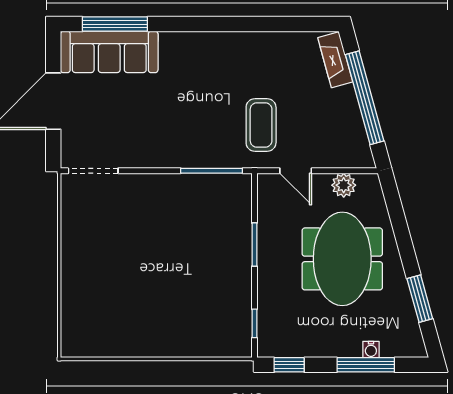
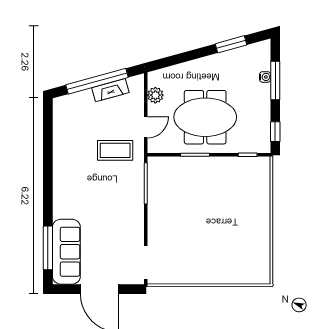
fireplace: (335, 60) -> (110, 90), moved
meeting table: (342, 259) -> (205, 117), moved

